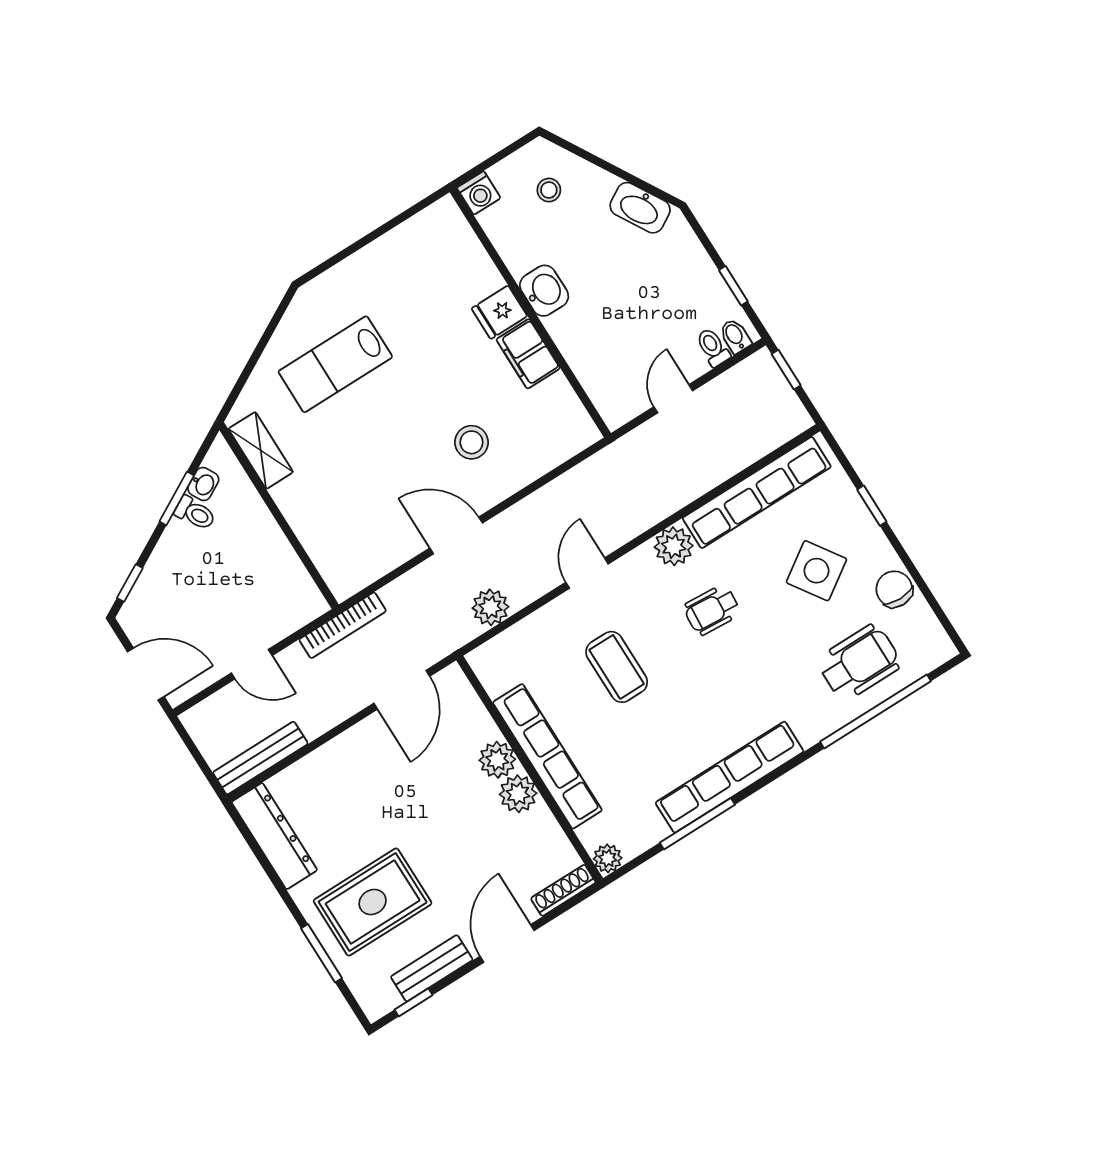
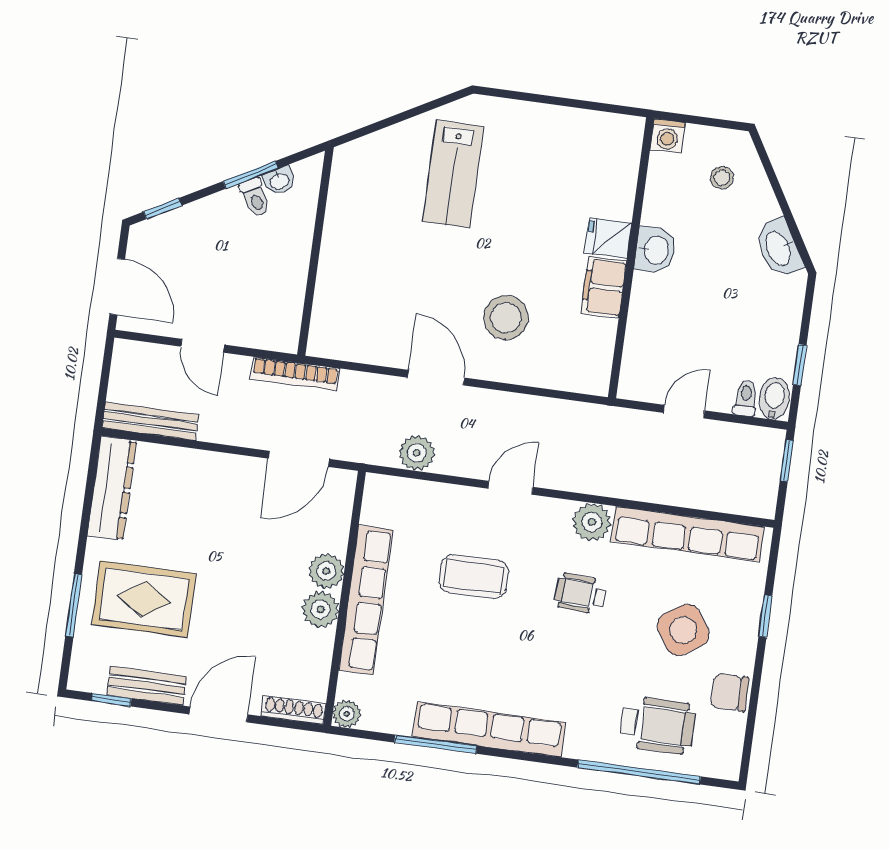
bidet: (735, 336) -> (774, 399), width x1.38, depth x1.36
lab bench: (335, 364) -> (453, 174), turned -90
stool: (471, 442) -> (506, 318), width x1.38, depth x1.38
shelving: (261, 450) -> (343, 192), removed
chair: (894, 589) -> (730, 692), turned -90
coffee table: (617, 667) -> (474, 577), turned 90

